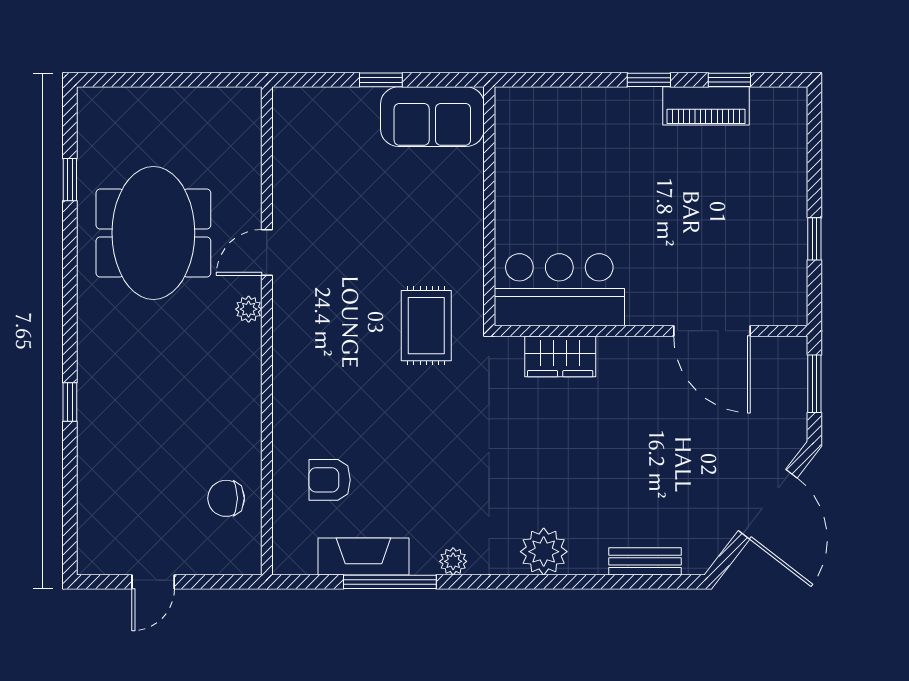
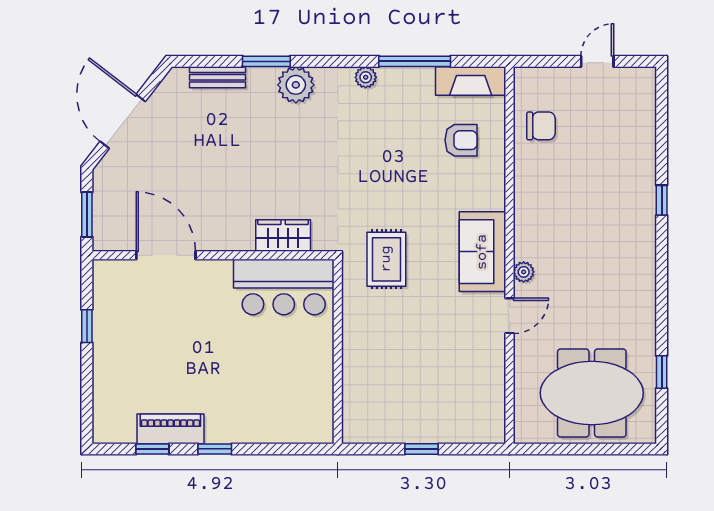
sofa: (432, 117) -> (482, 252), moved, turned -90
meeting table: (153, 233) -> (592, 393), moved, turned 90
fireplace: (363, 556) -> (471, 81), moved
window: (582, 582) -> (266, 61), added

